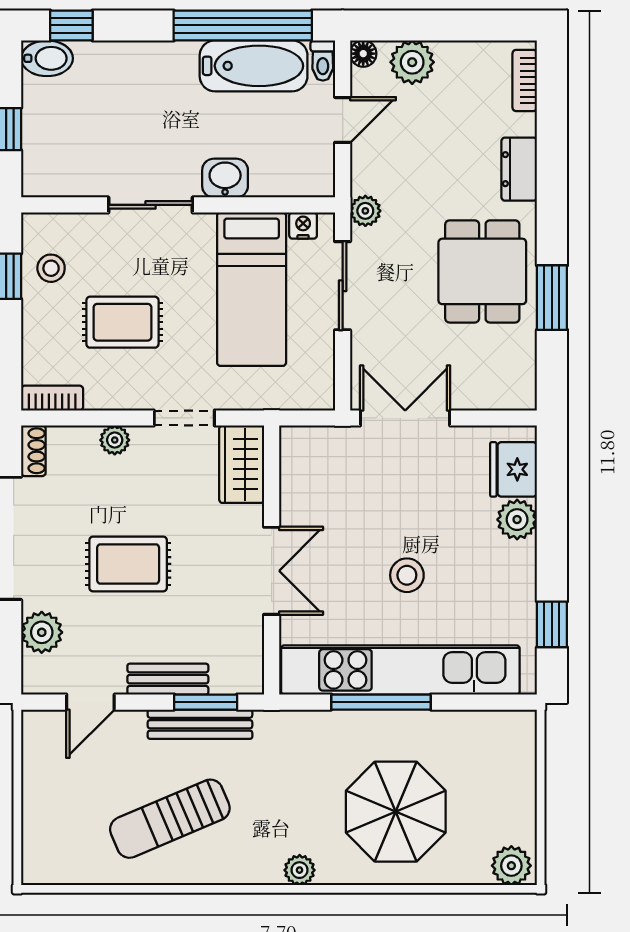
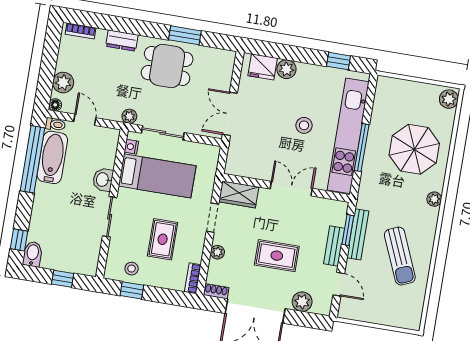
rug: (128, 564) -> (277, 256), turned 90

